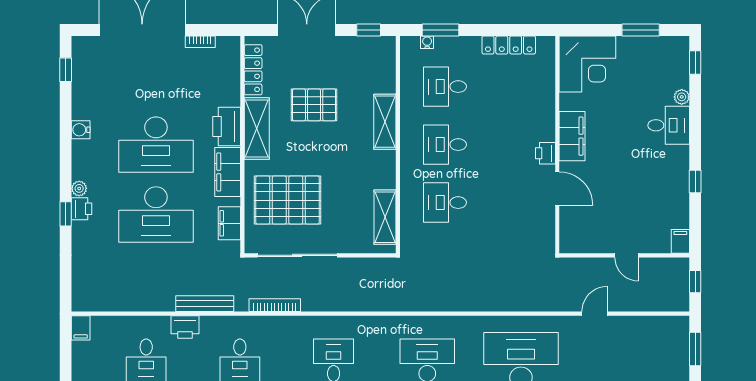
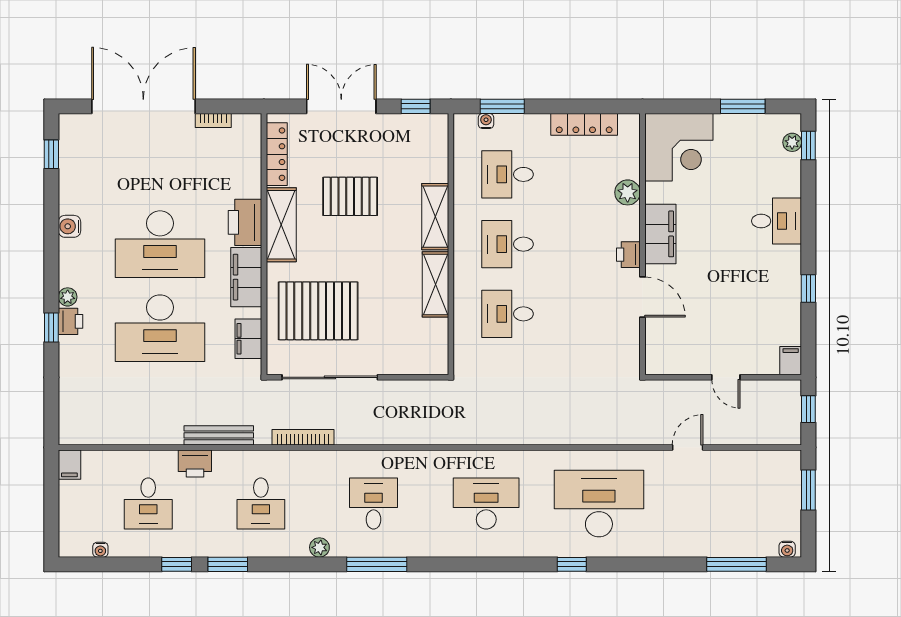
plant: (682, 97) -> (792, 142), moved
plant: (545, 102) -> (628, 192), added
shelving: (385, 217) -> (435, 284), moved

